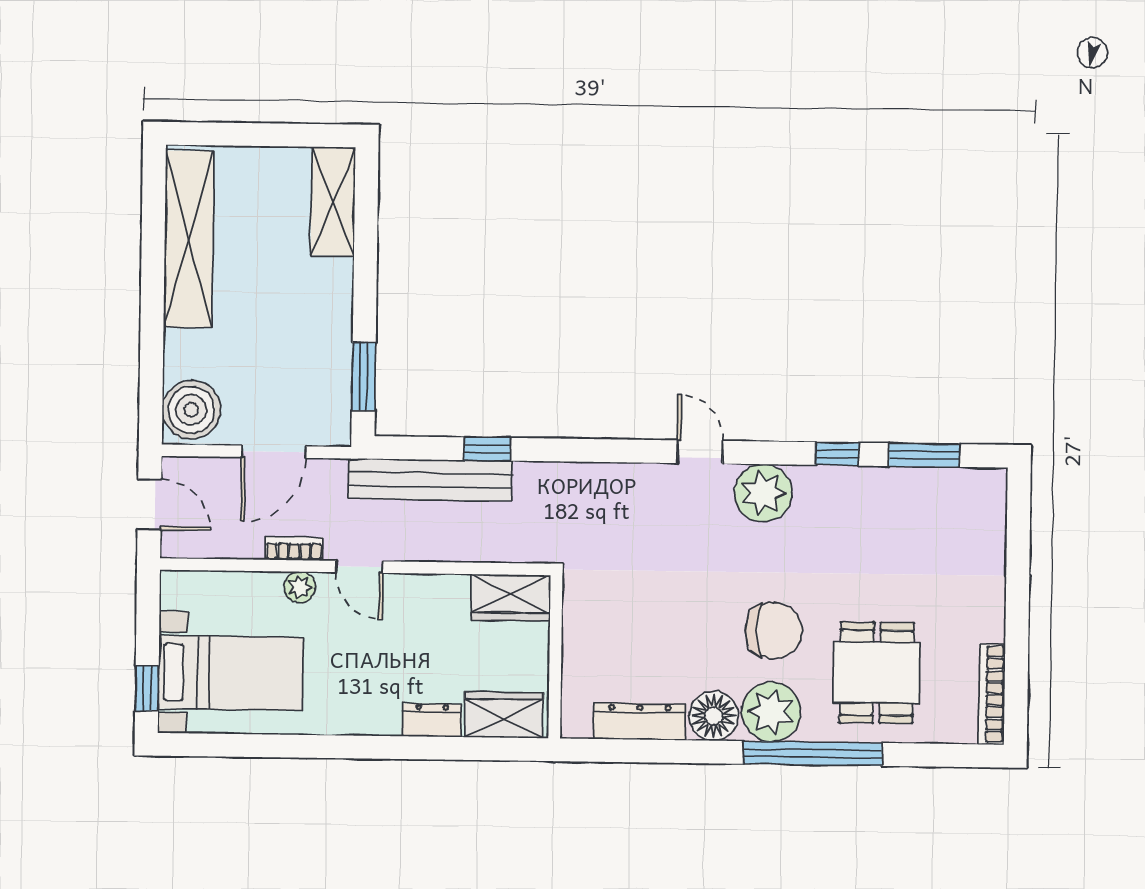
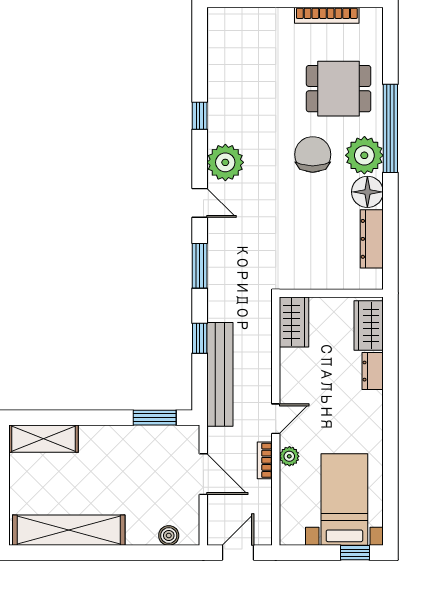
boiler: (191, 410) -> (169, 536), width x0.54, depth x0.54
door: (700, 452) -> (200, 203), swing flipped
window: (924, 455) -> (200, 266), moved
bookcase: (992, 694) -> (327, 15), moved

